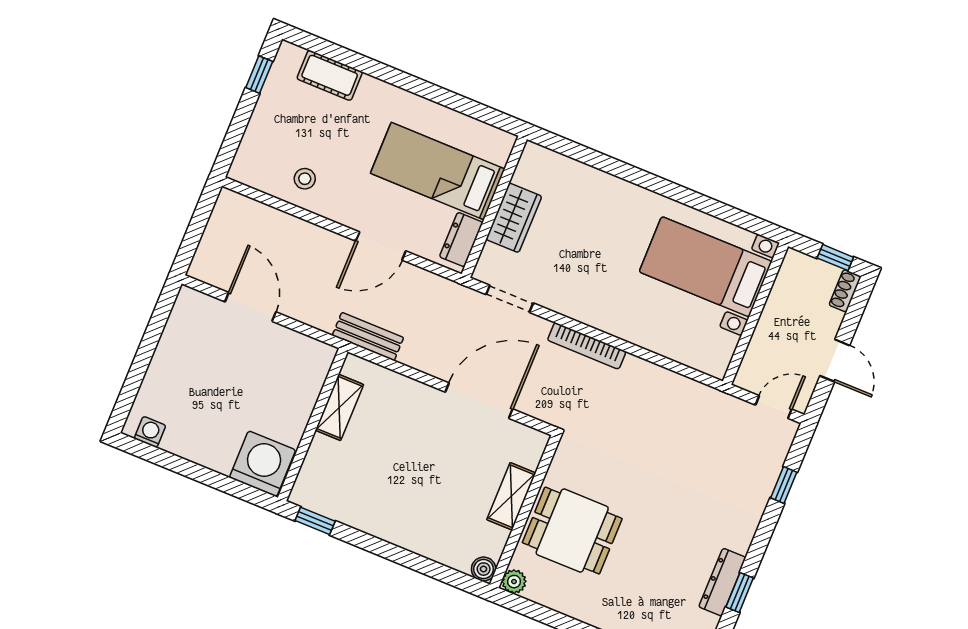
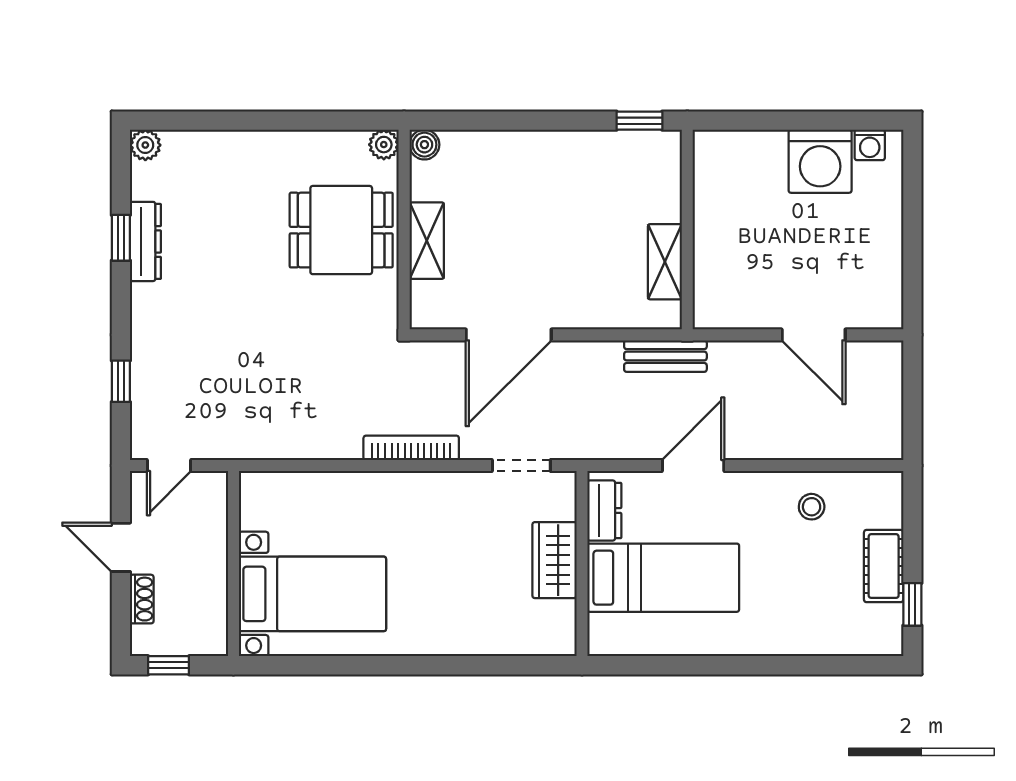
cot: (330, 75) -> (884, 566), moved, turned 90
shoe rack: (845, 291) -> (142, 599), moved
washing machine: (262, 464) -> (820, 161), moved

